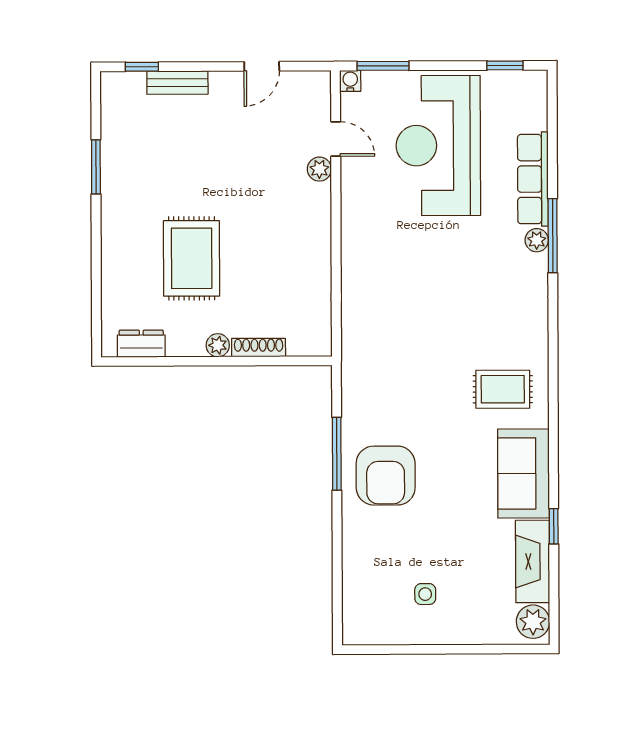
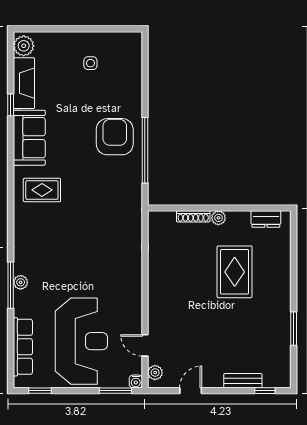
plant: (319, 169) -> (155, 373), moved
row of seats: (533, 179) -> (23, 347), moved
window: (337, 454) -> (145, 150), width x1.46

